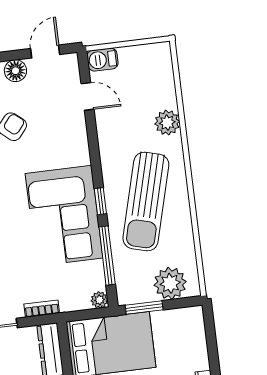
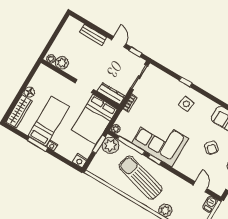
door: (88, 96) -> (200, 187), swing flipped
plant: (170, 283) -> (110, 145), moved
nightstand: (194, 317) -> (80, 161), added

